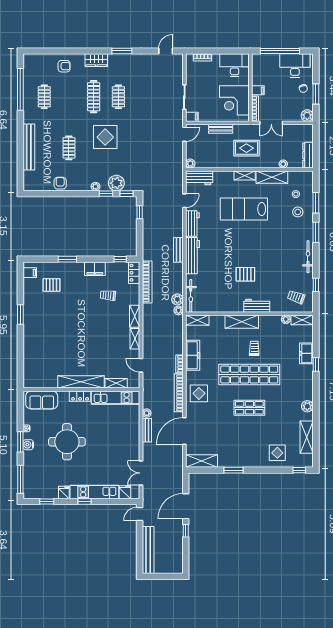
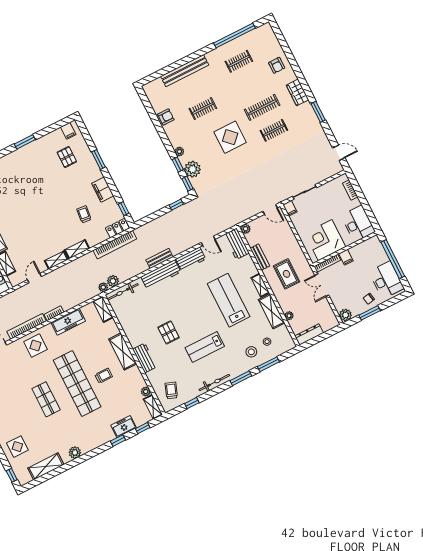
bench: (221, 129) -> (260, 257), moved
lab bench: (273, 250) -> (205, 347), added
window: (316, 338) -> (143, 428), added

